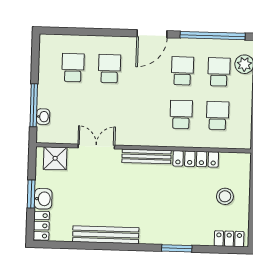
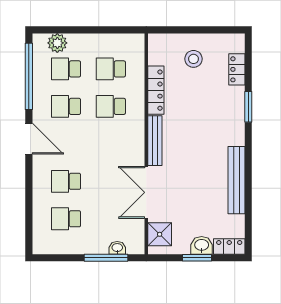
double door: (96, 146) -> (146, 192), width x1.37
locker: (229, 239) -> (237, 69), moved

